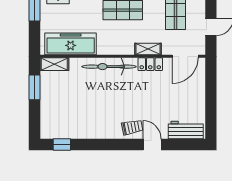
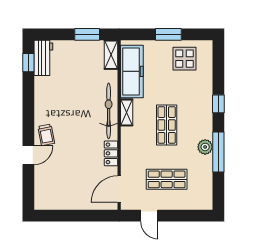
shelving: (148, 49) -> (127, 112), moved
door: (185, 56) -> (119, 189), hinge flipped
workbench: (186, 130) -> (43, 58), moved

